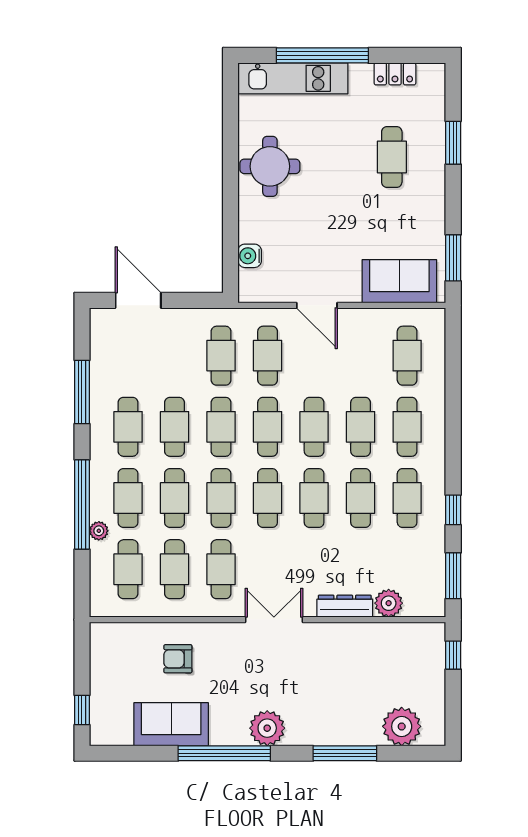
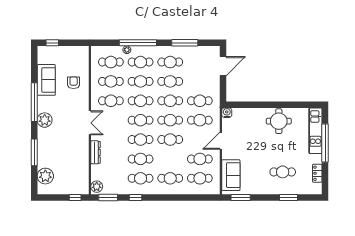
water cooler: (250, 256) -> (227, 113), moved
cafe table: (361, 427) -> (200, 159), moved
plant: (389, 603) -> (97, 187), moved

